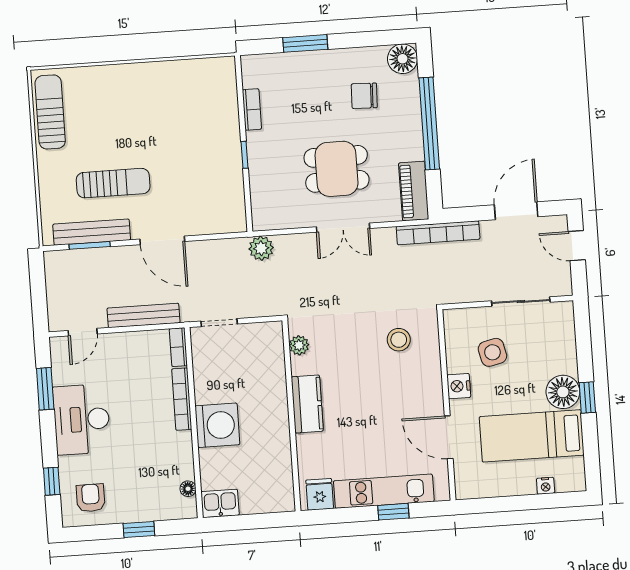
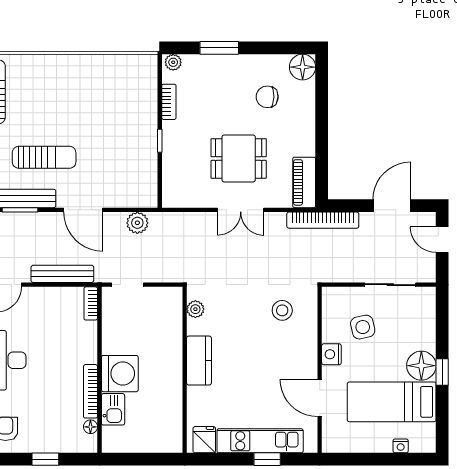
plant: (254, 64) -> (173, 62), added
window: (429, 123) -> (322, 125), removed
plant: (261, 248) -> (137, 223), moved
bookcase: (182, 399) -> (90, 391), moved
kitchen sink: (220, 503) -> (113, 409), moved, turned 90

